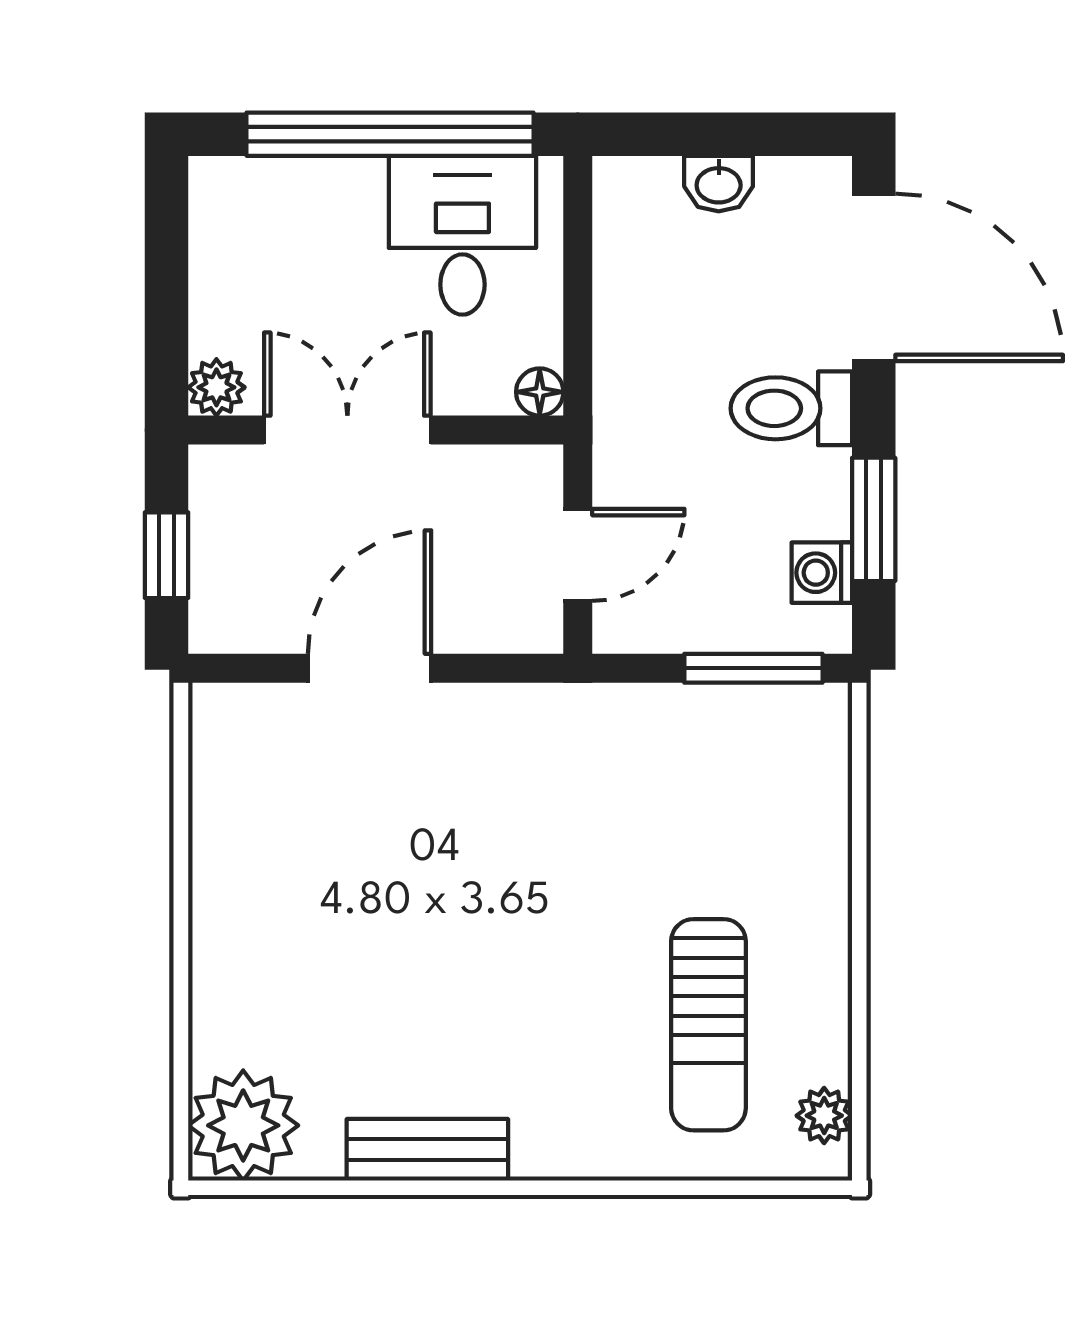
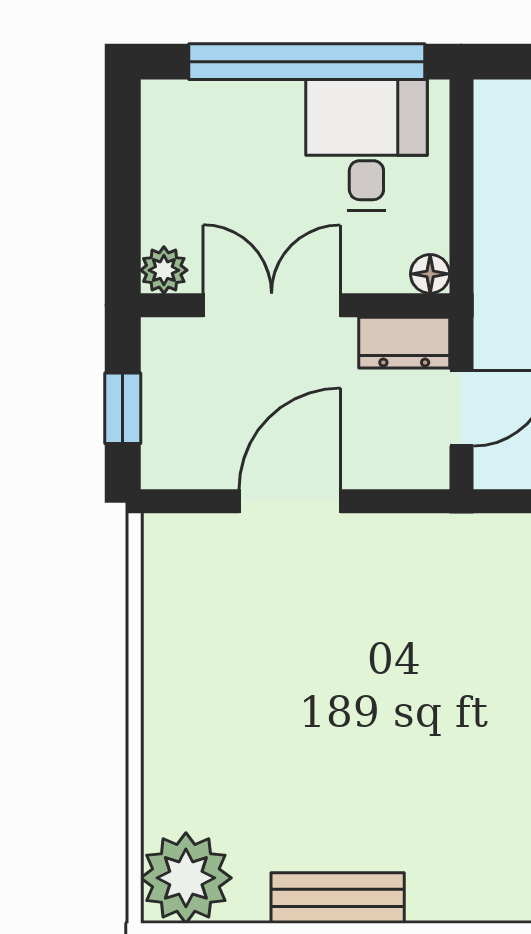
dresser: (508, 475) -> (404, 343), added

